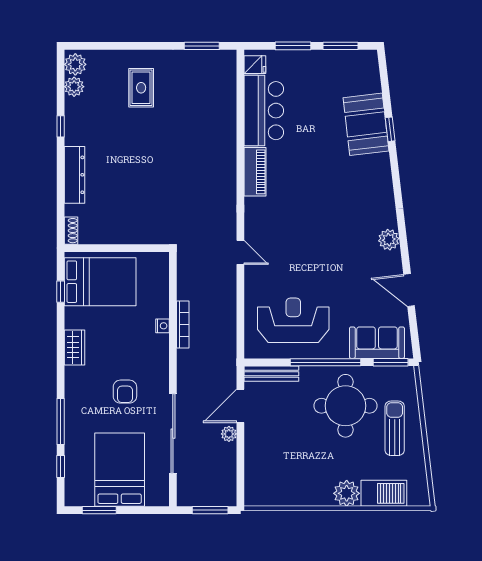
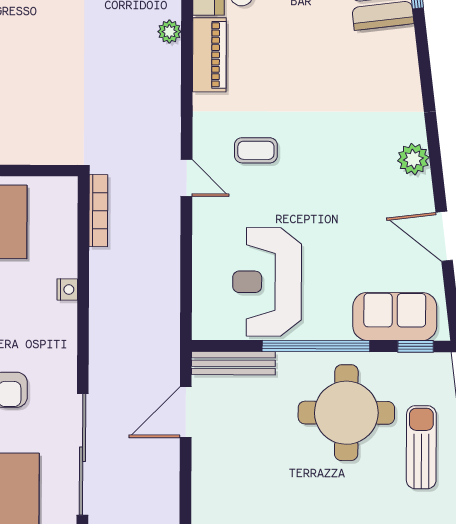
coffee table: (286, 234) -> (256, 150), added
reception desk: (293, 320) -> (267, 282), turned -90
bookcase: (183, 324) -> (98, 211), moved
window: (391, 362) -> (416, 346), width x0.67
plant: (229, 434) -> (169, 32), moved

